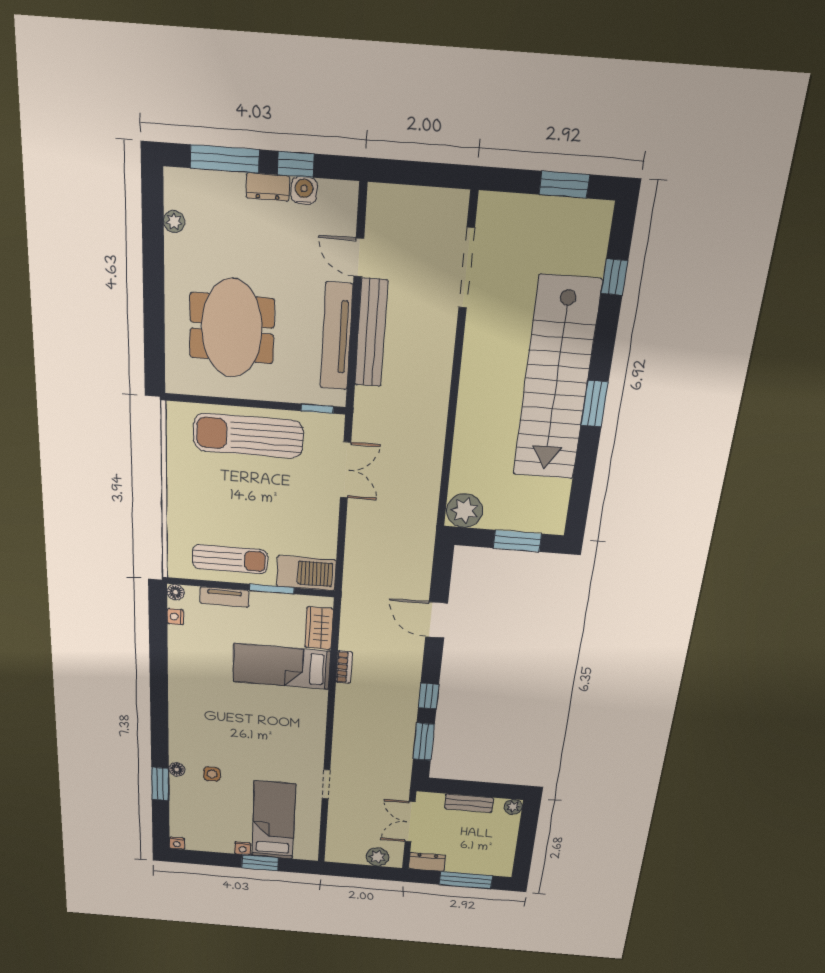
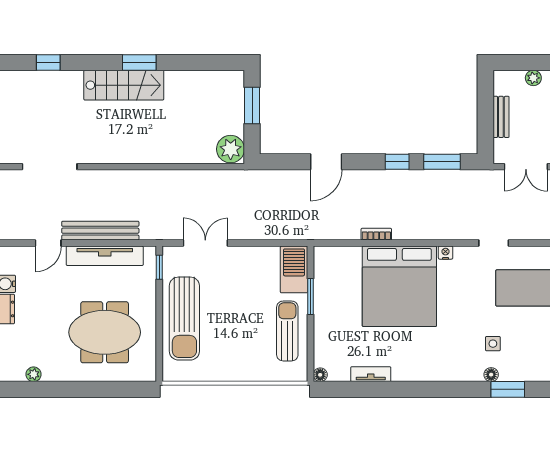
stairs: (556, 380) -> (124, 85), width x0.54, depth x0.66
tv unit: (224, 597) -> (371, 374), moved, turned -90
nightstand: (175, 617) -> (446, 253), moved, turned 180
wardrobe: (319, 628) -> (342, 257), removed
bed: (282, 666) -> (399, 286), width x2.04
plant: (513, 807) -> (533, 78), moved

